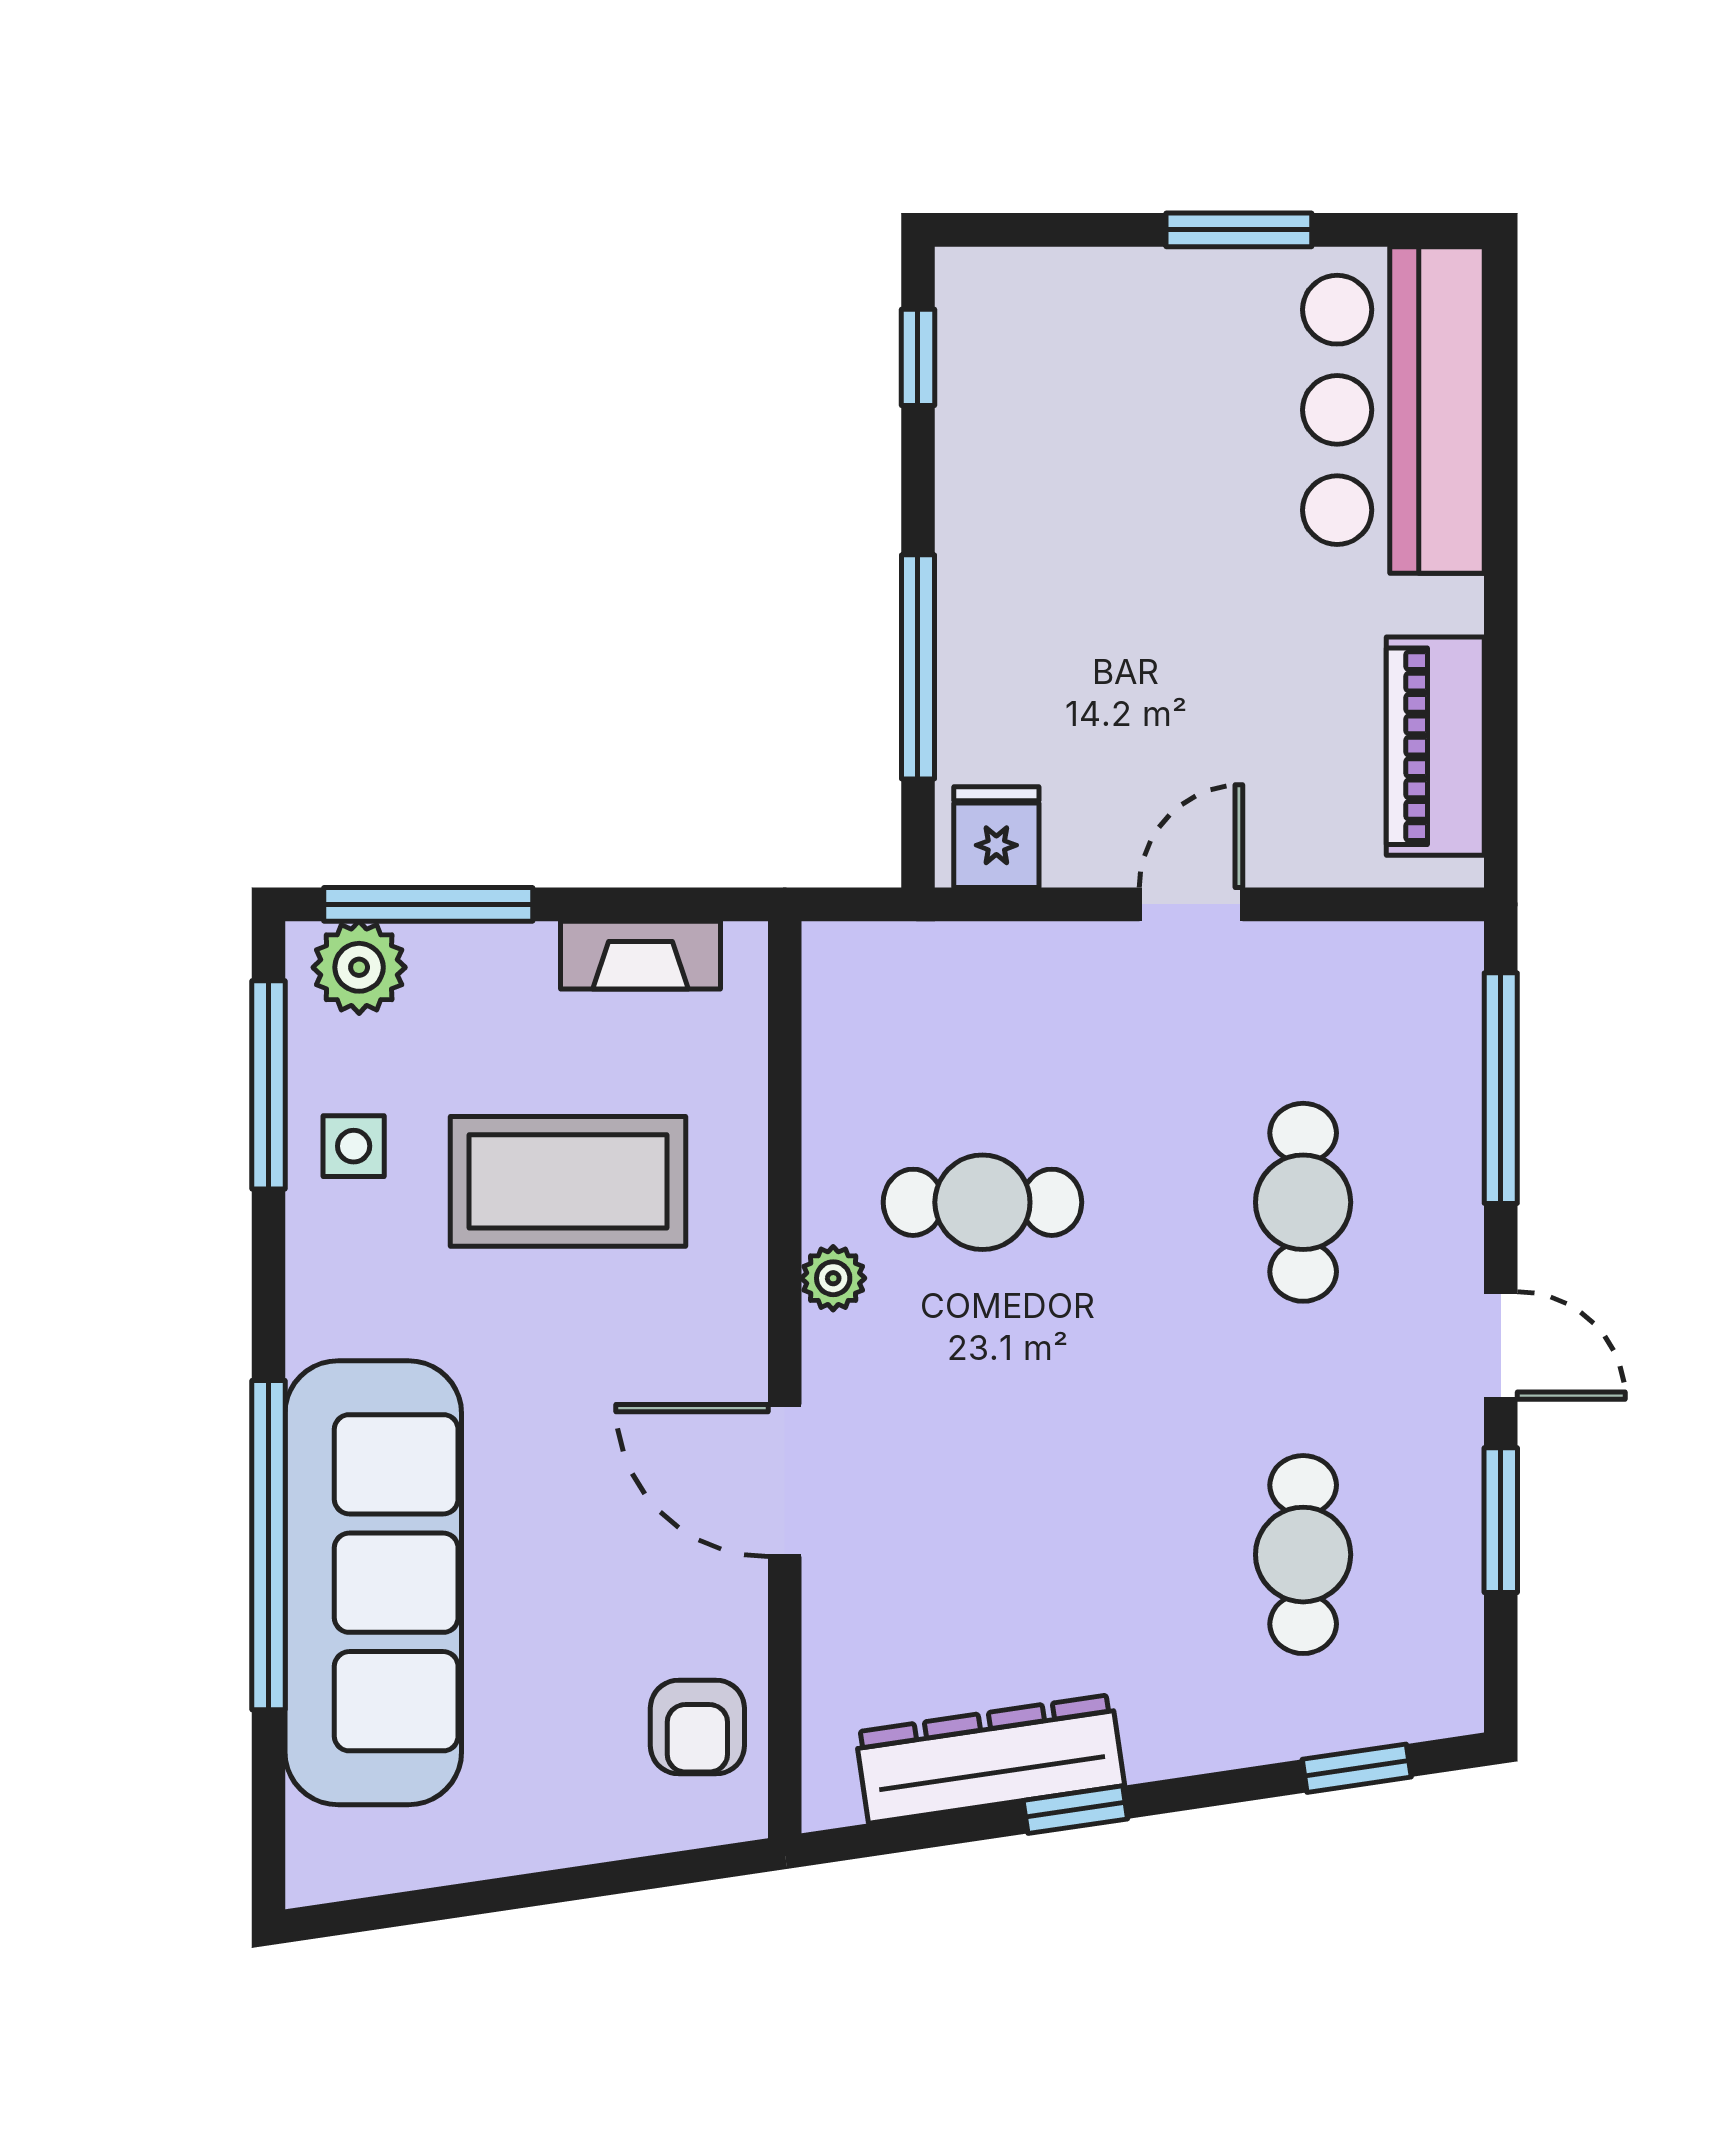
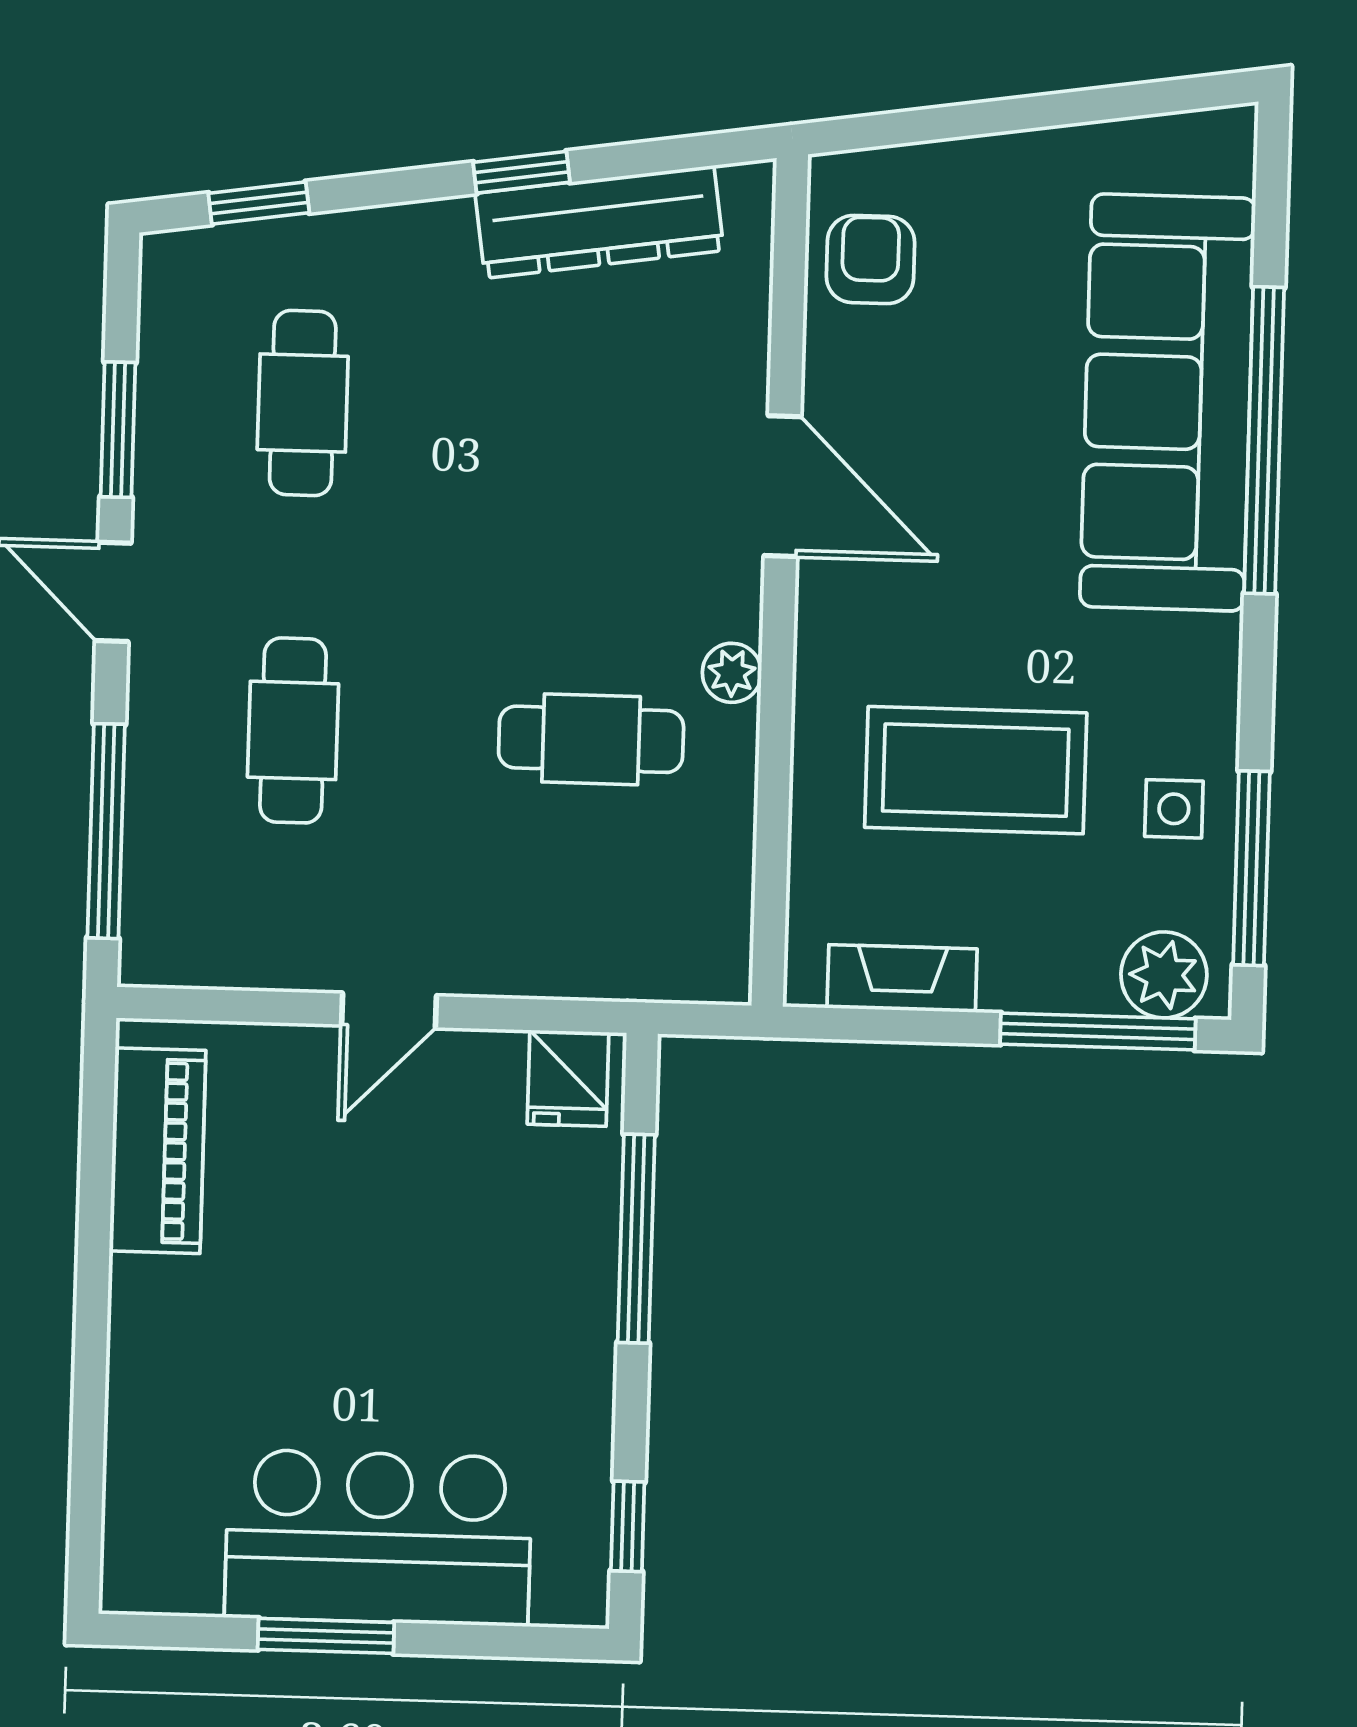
bar counter: (1393, 410) -> (378, 1538), moved, turned -90

